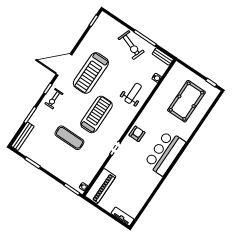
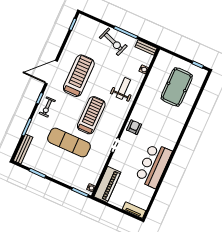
treadmill: (91, 73) -> (79, 76), turned 180
exercise mat: (69, 138) -> (69, 142), width x1.36, depth x1.45
bar counter: (165, 153) -> (154, 165), moved

